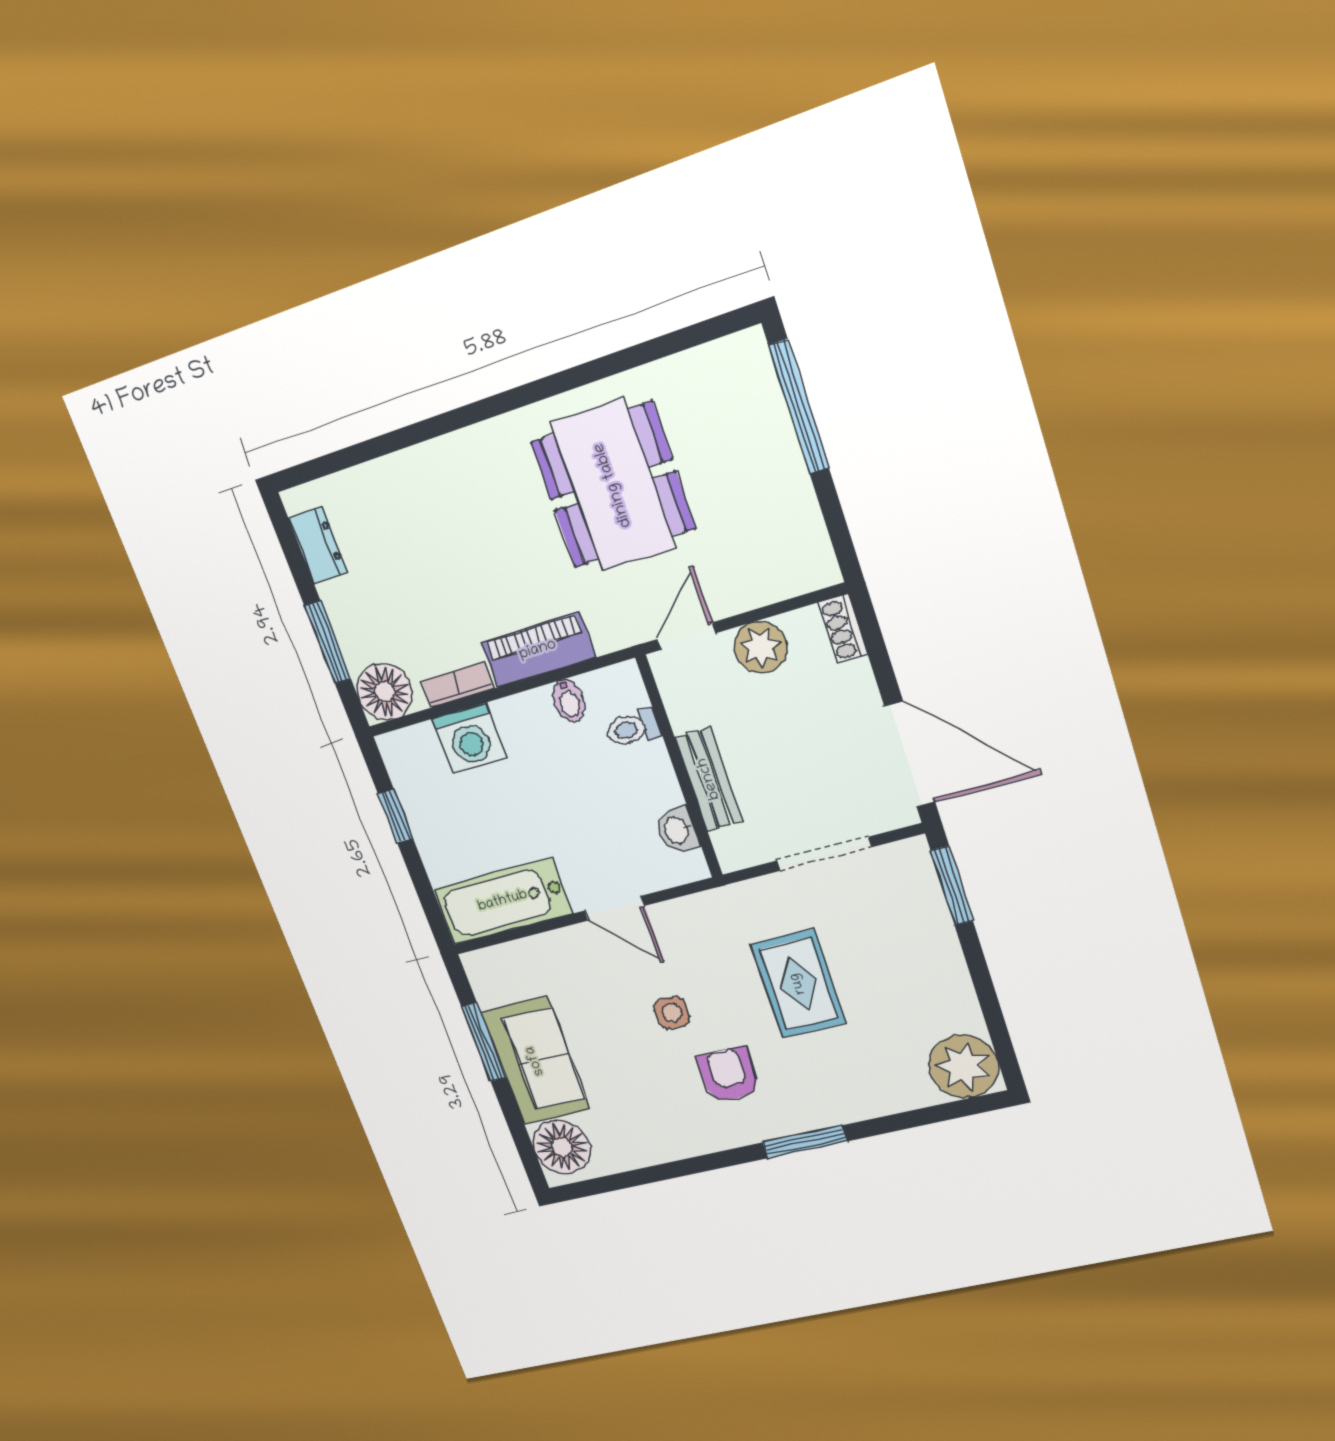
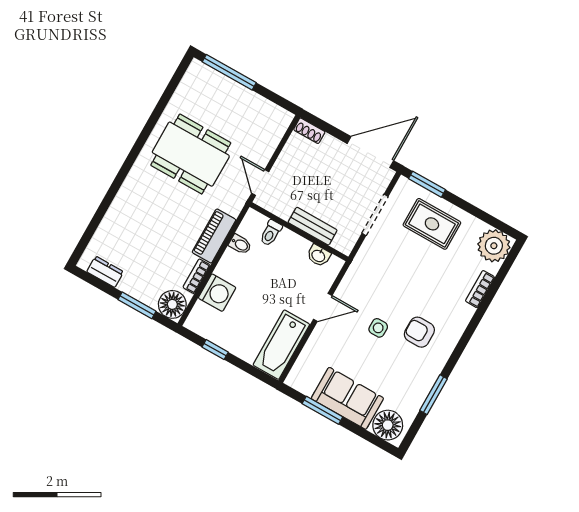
plant: (761, 647) -> (288, 163), removed
rug: (798, 984) -> (432, 224), moved
bookcase: (880, 1103) -> (480, 289), added
window: (805, 1142) -> (434, 395), moved

